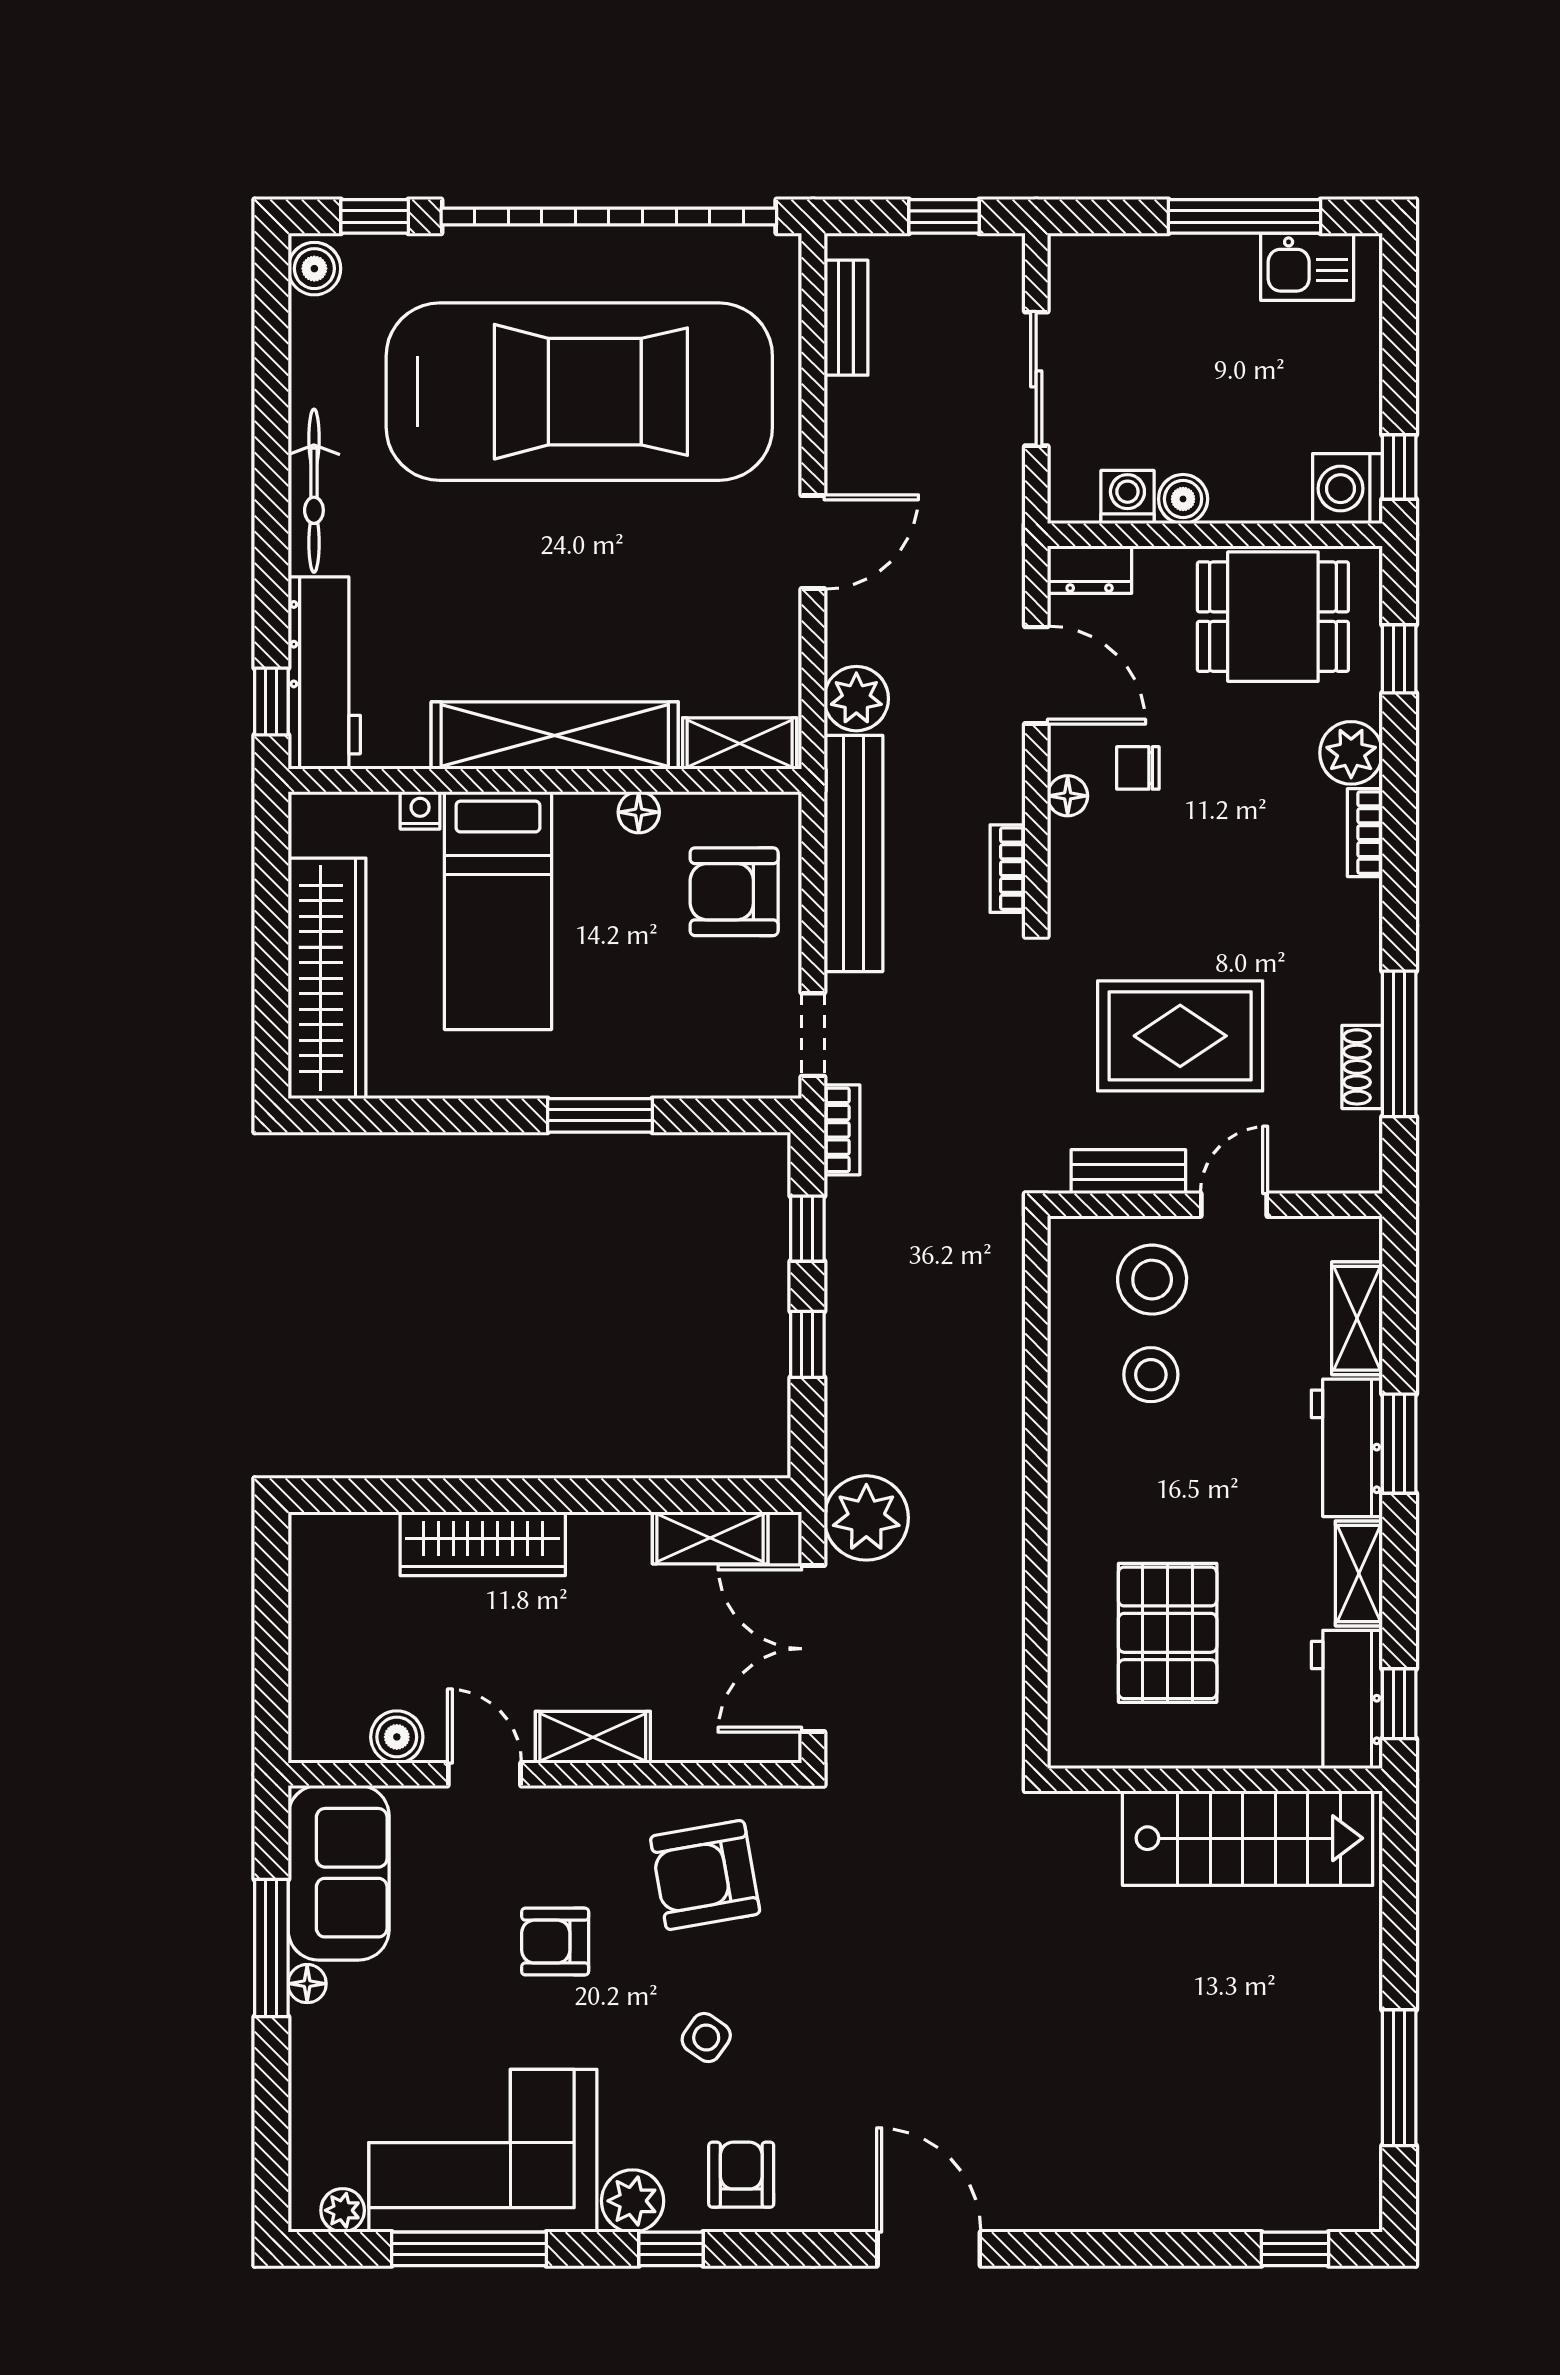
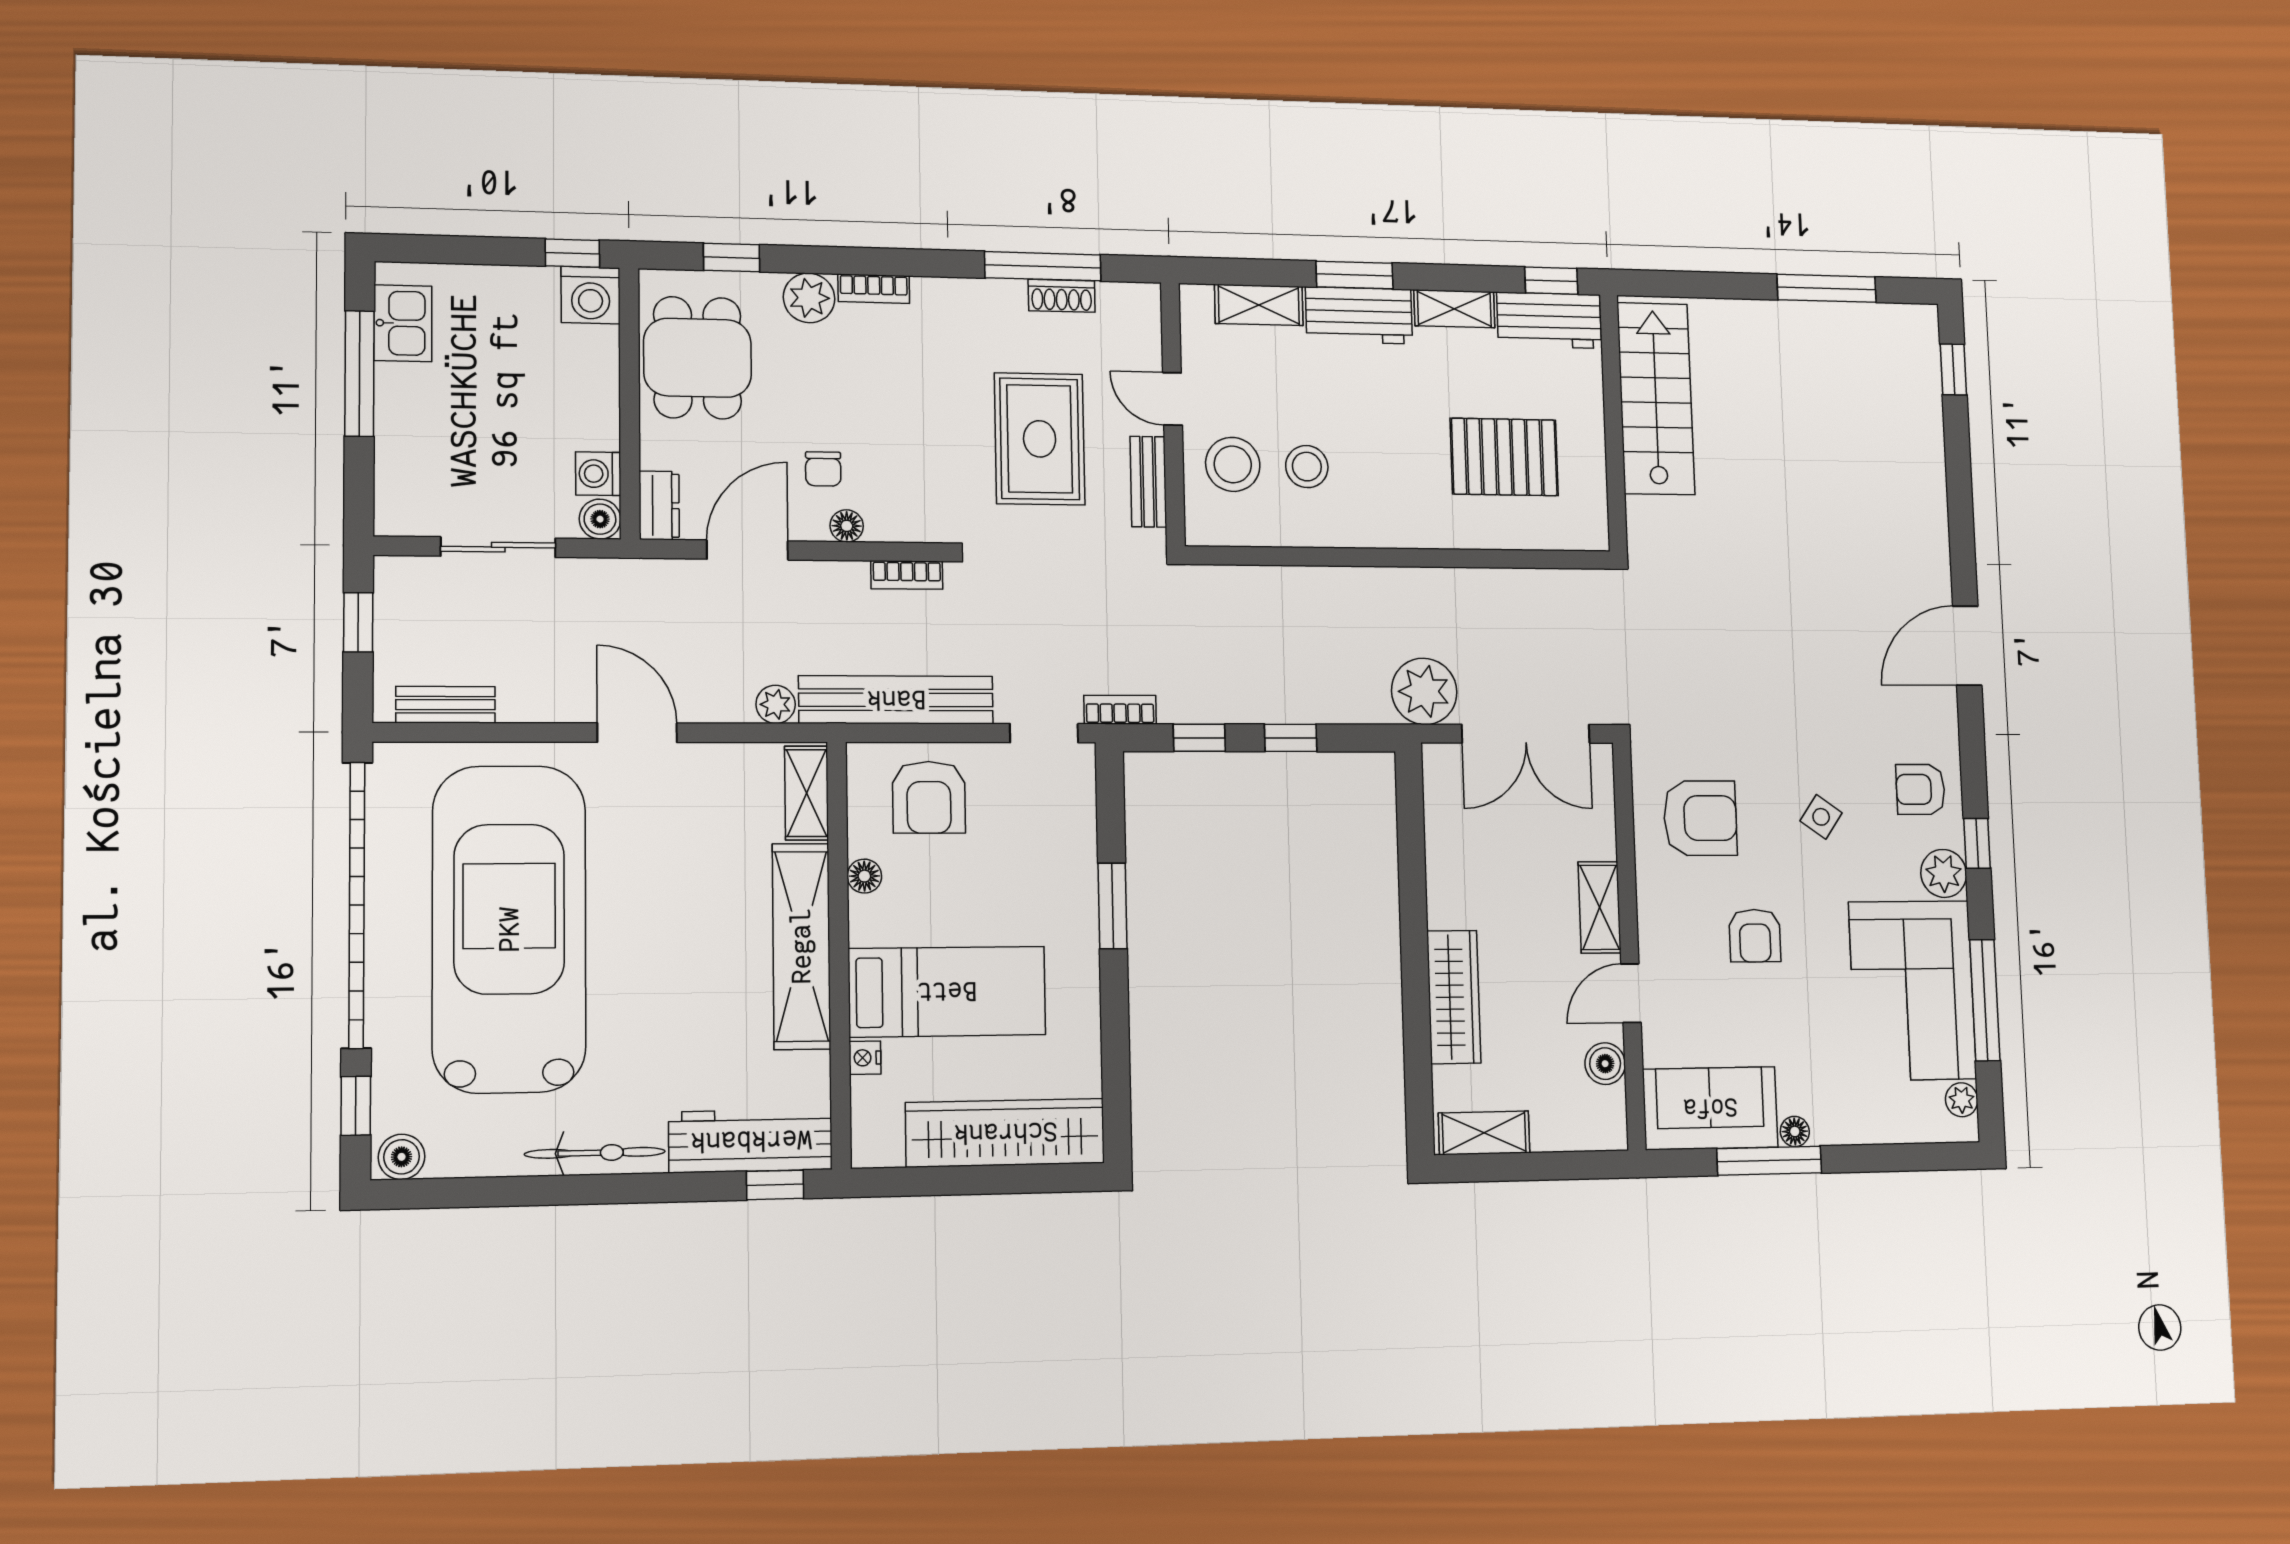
boiler: (1183, 499) -> (600, 519), moved
plant: (856, 699) -> (776, 704), width x0.73, depth x0.73
shelving: (710, 1538) -> (1484, 1133), moved, turned 90
armchair: (705, 1875) -> (1700, 818), turned -80

